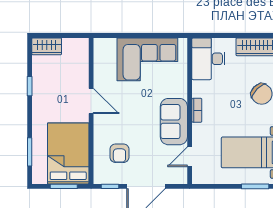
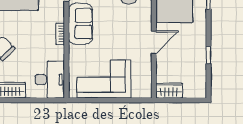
wardrobe: (47, 46) -> (169, 91), moved
door: (91, 101) -> (154, 42), swing flipped

